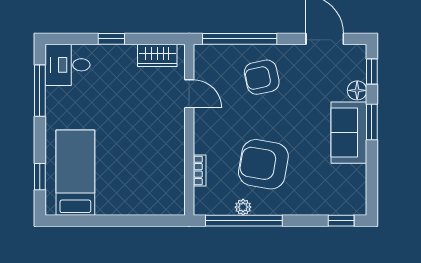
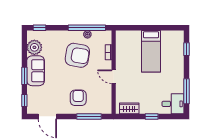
window: (240, 39) -> (89, 117), width x0.68
armchair: (262, 77) -> (78, 98), turned -78
floor lamp: (357, 90) -> (32, 91), removed
door: (189, 94) -> (114, 77), moved
bed: (75, 173) -> (151, 51), moved
plant: (351, 180) -> (34, 47), added

